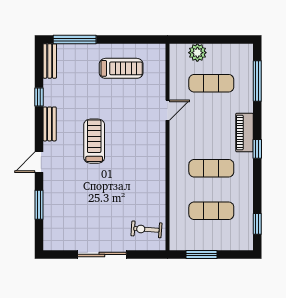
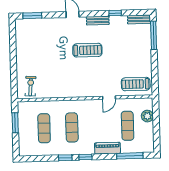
treadmill: (121, 68) -> (136, 84), moved, turned 90
door: (168, 110) -> (109, 98), hinge flipped
piano: (244, 133) -> (107, 148), moved
window: (39, 205) -> (32, 16), moved
window: (257, 224) -> (65, 158), moved
sliding door: (102, 254) -> (13, 57), removed

